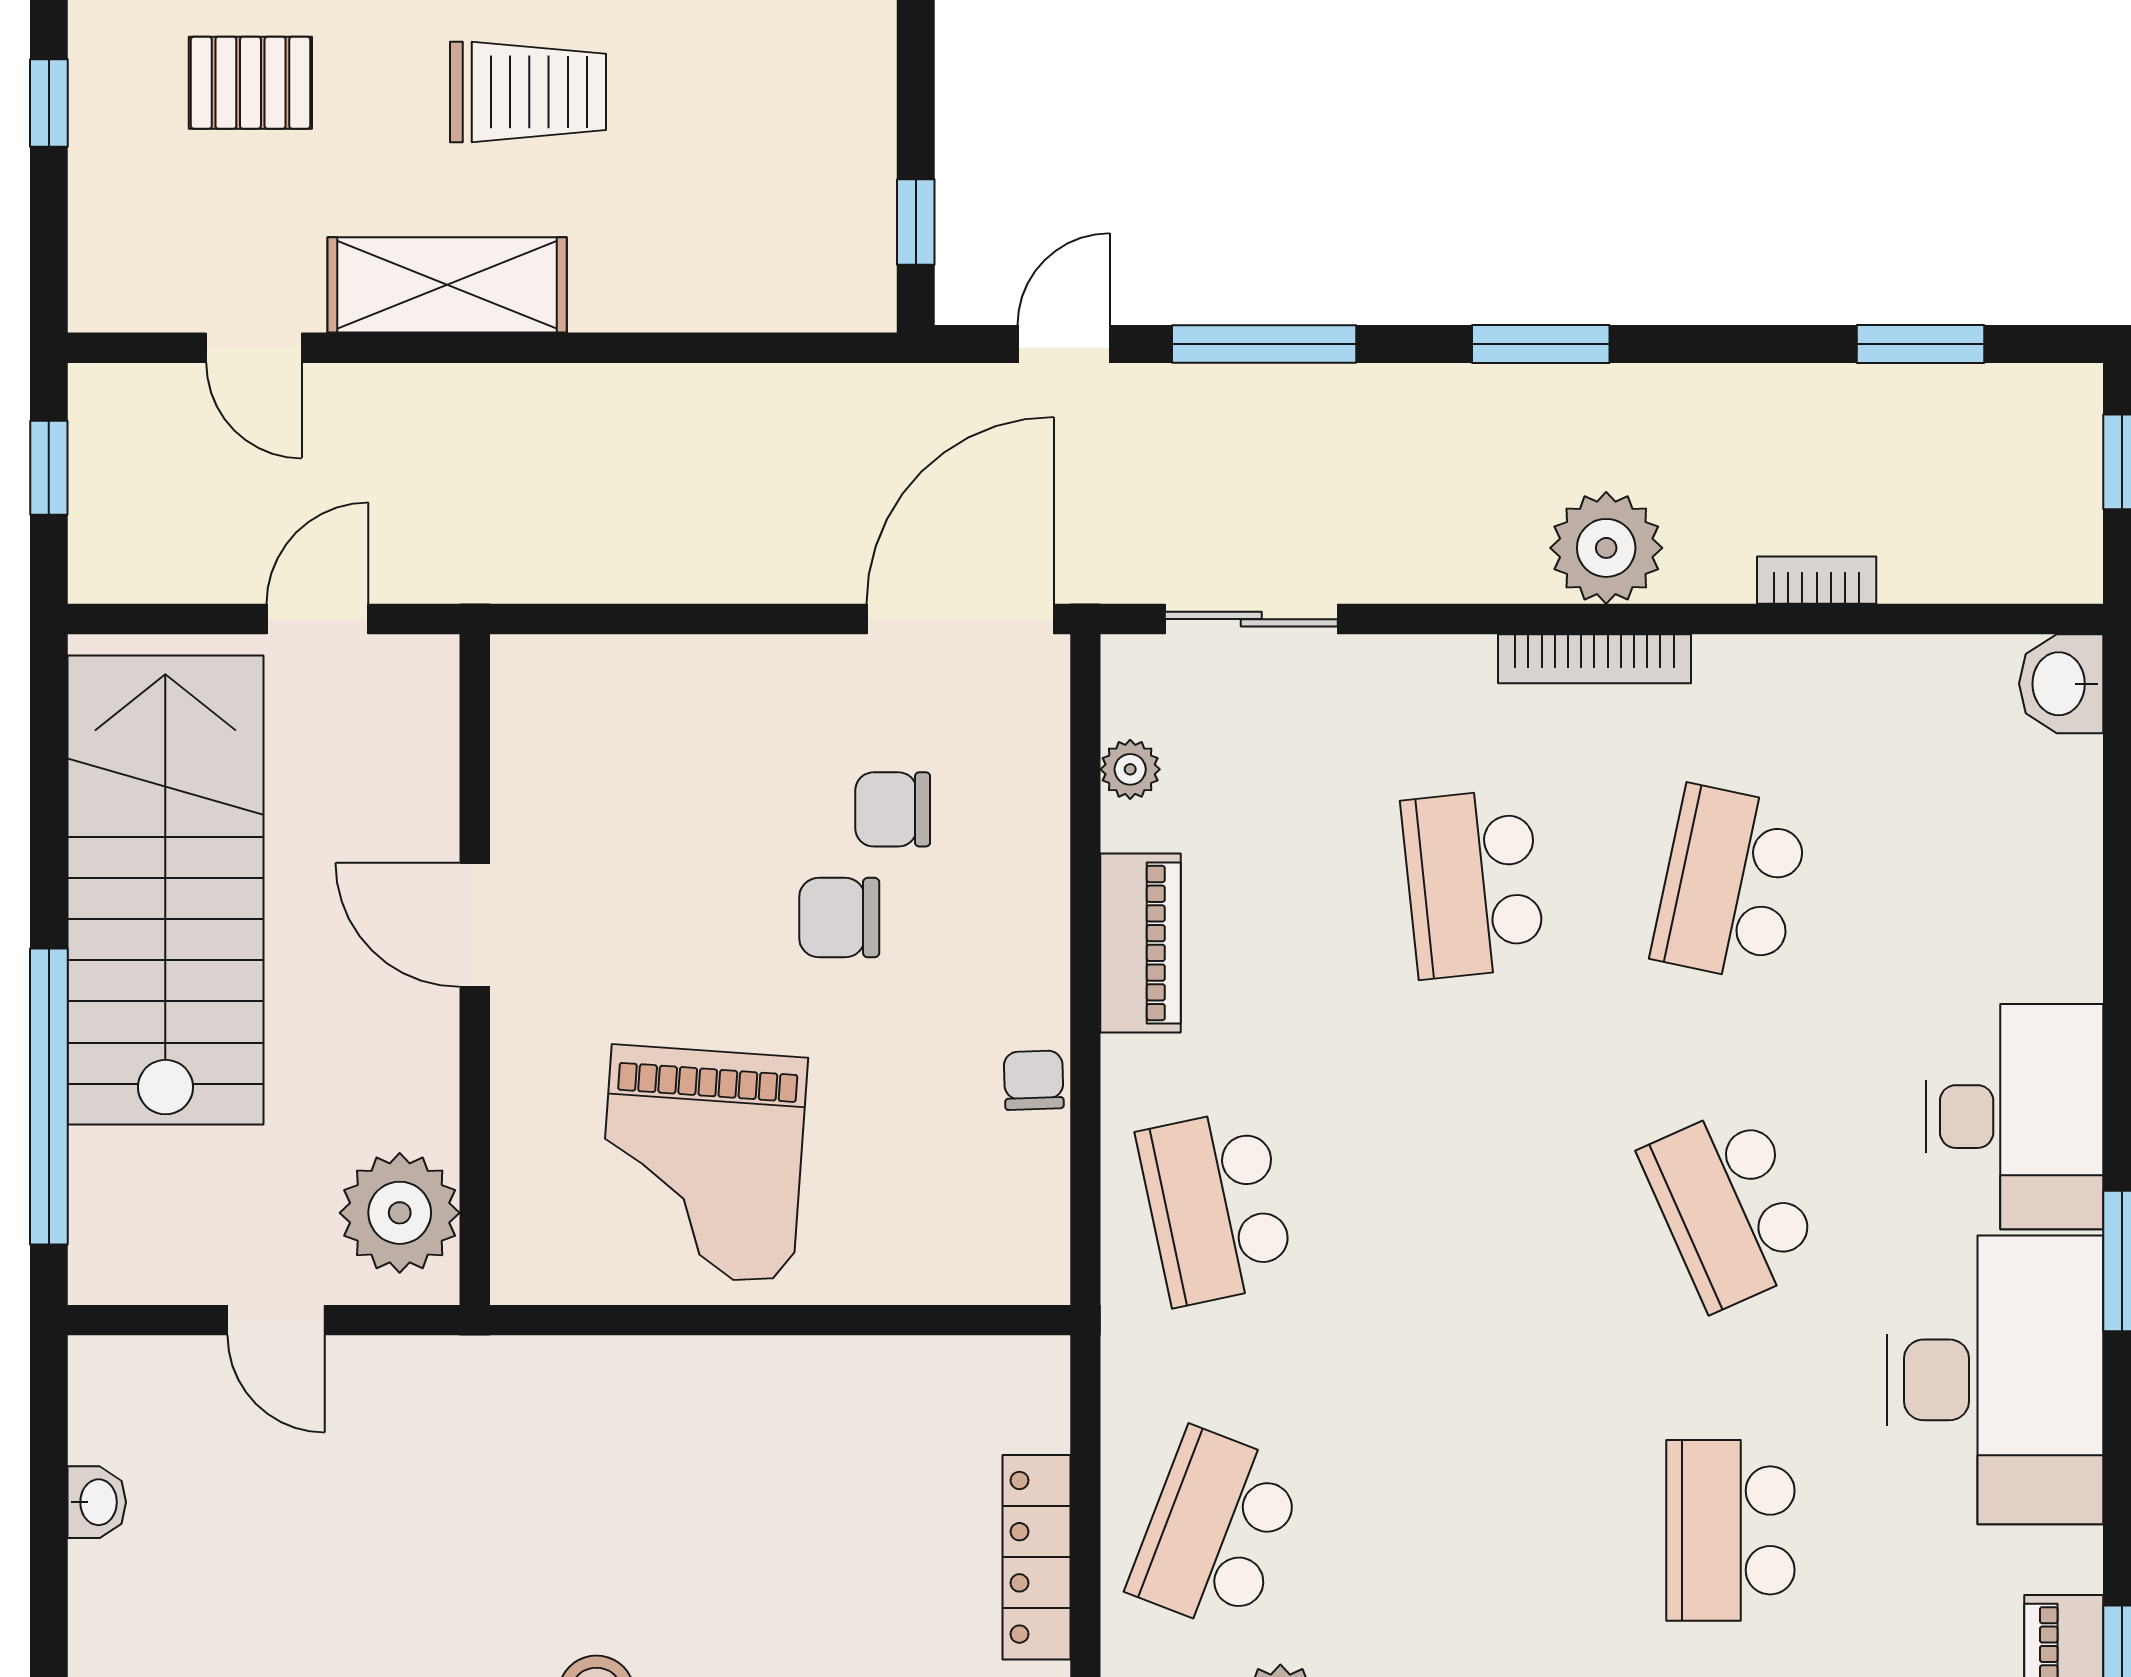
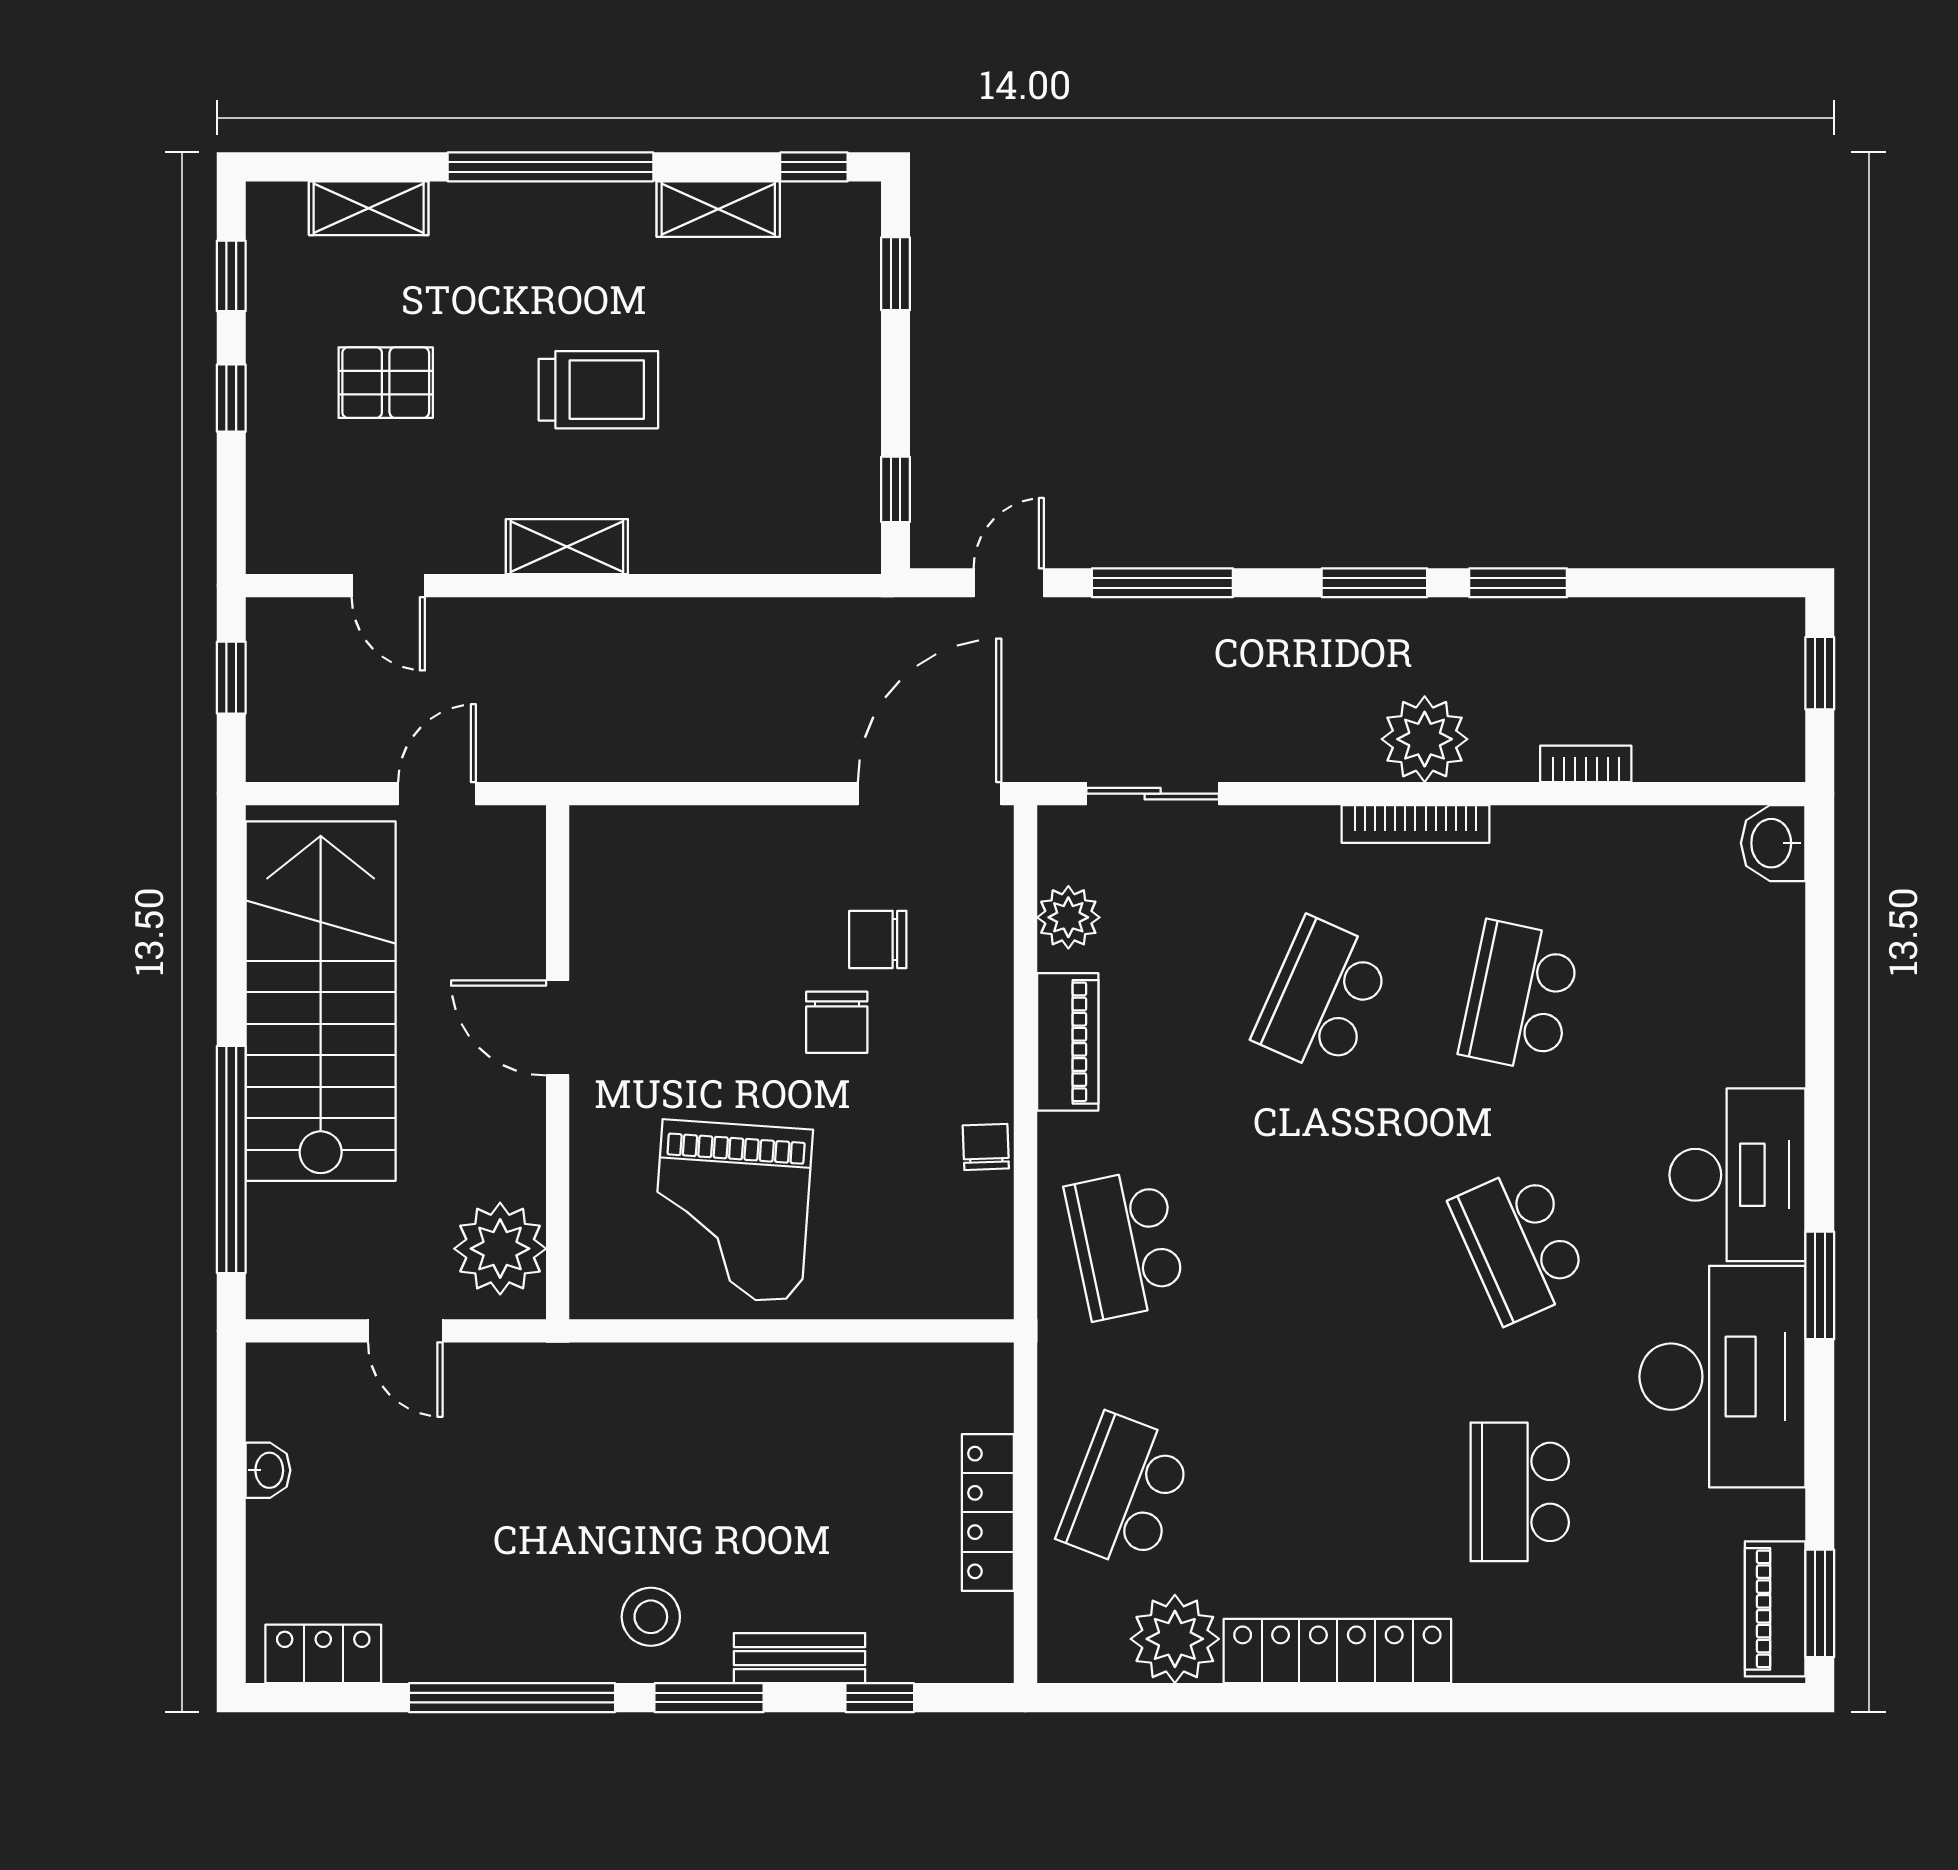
shelving: (447, 285) -> (567, 547), width x0.67, depth x0.75
window: (1920, 344) -> (1518, 583), moved
plant: (1130, 769) -> (1068, 917), width x1.38, depth x1.38
school desk: (1473, 884) -> (1323, 996), turned 30
chair: (839, 918) -> (837, 1022), turned -90

